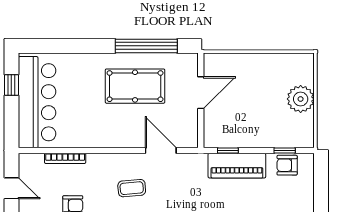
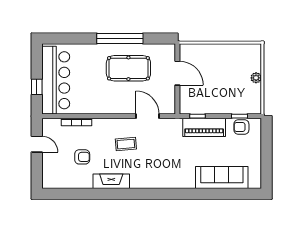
window: (146, 46) -> (120, 38), moved
window: (11, 85) -> (37, 87), moved
door: (201, 93) -> (177, 73), hinge flipped
plant: (301, 99) -> (256, 78), width x0.53, depth x0.53

